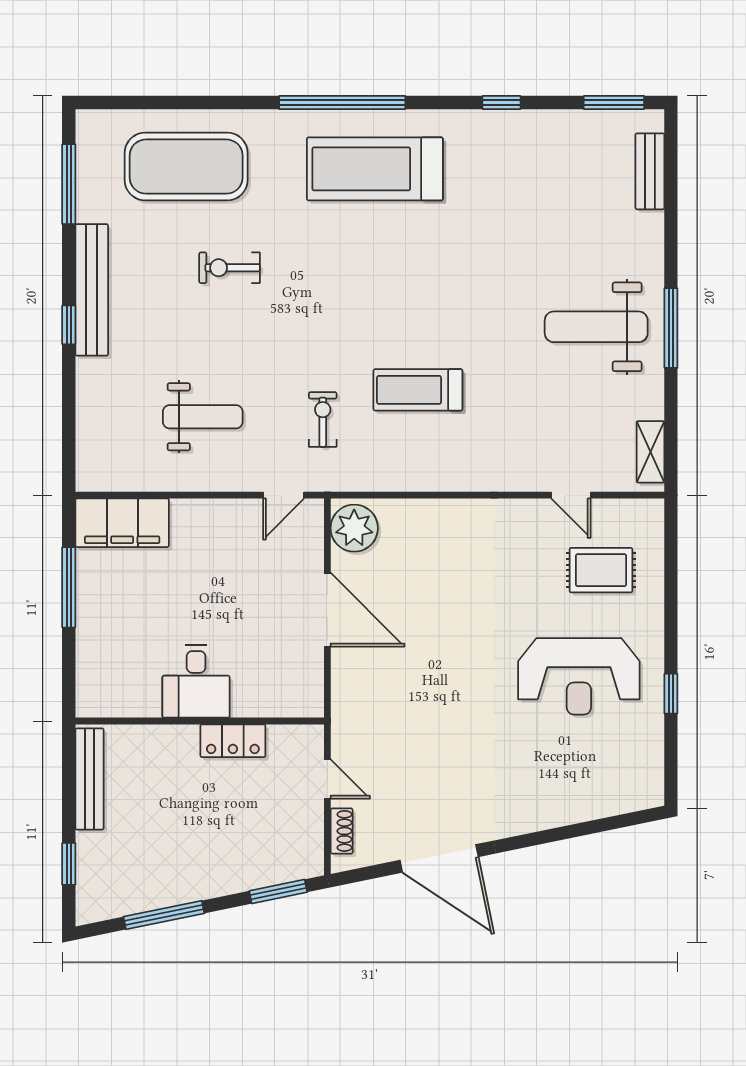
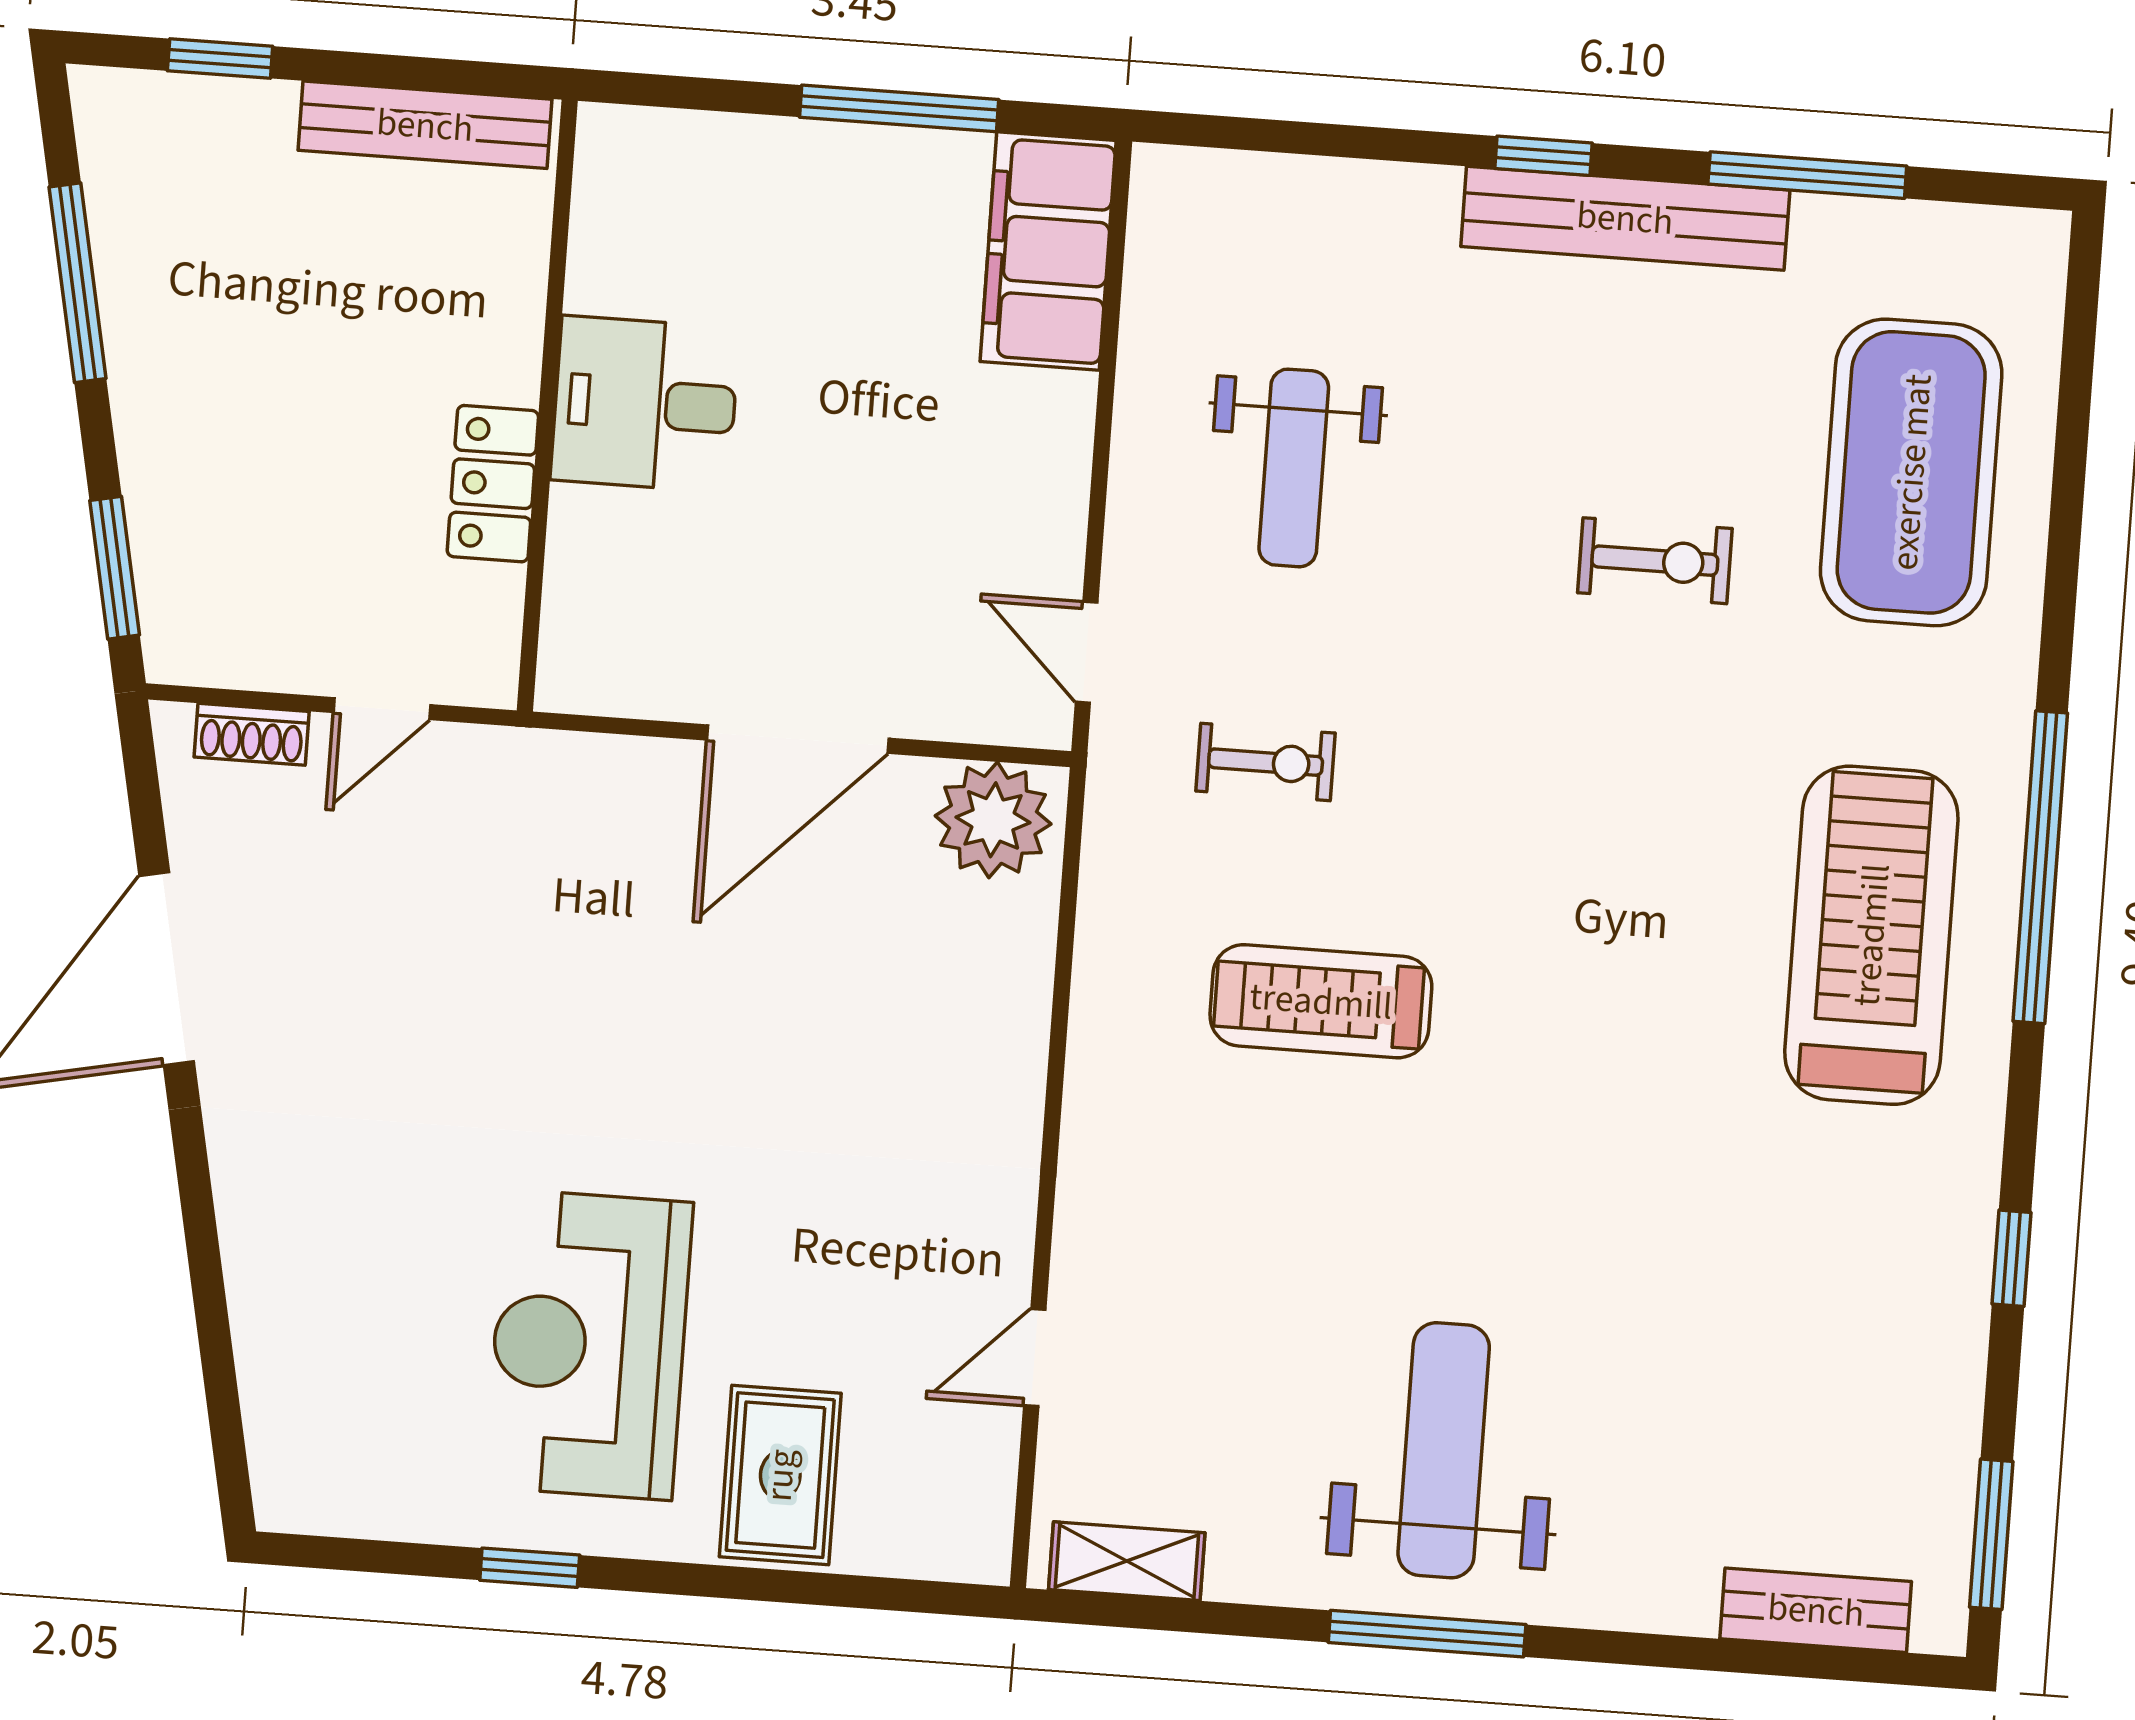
window: (69, 184) -> (1807, 175), moved
exercise bike: (230, 268) -> (1655, 561), turned 90
treadmill: (418, 390) -> (1321, 1001), turned -90
rug: (601, 570) -> (780, 1475), moved

